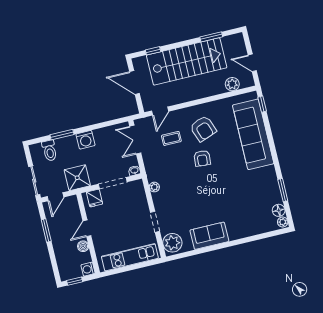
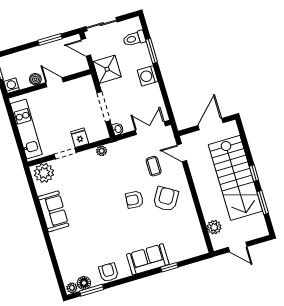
window: (153, 51) -> (254, 173), moved
door: (252, 63) -> (238, 247), swing flipped
window: (262, 104) -> (169, 267), moved
armchair: (203, 129) -> (166, 199), turned 141
sofa: (253, 134) -> (148, 259), width x0.54, depth x0.79
armchair: (270, 186) -> (109, 272), added
window: (283, 190) -> (92, 290), moved
fridge: (95, 198) -> (80, 138), moved, turned 90

